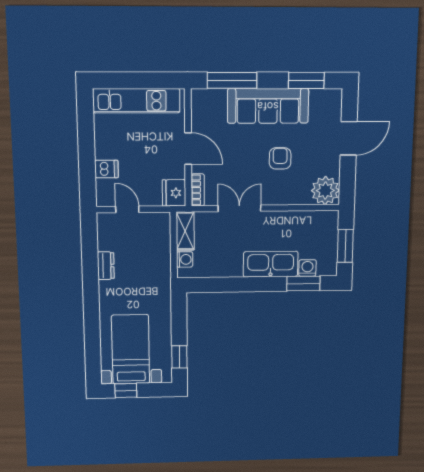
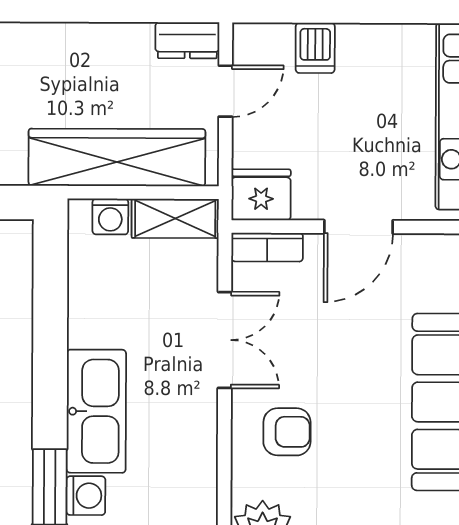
armchair: (280, 158) -> (287, 432), moved
wardrobe: (158, 257) -> (117, 157), added
dresser: (106, 266) -> (187, 40), moved

